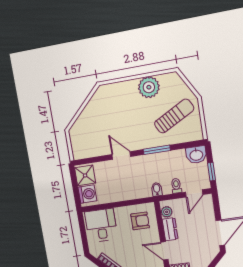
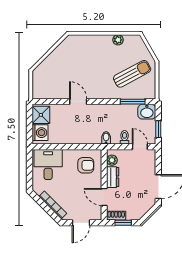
plant: (149, 87) -> (118, 40), width x0.53, depth x0.53
window: (157, 150) -> (133, 102), moved
door: (194, 193) -> (140, 147), swing flipped

